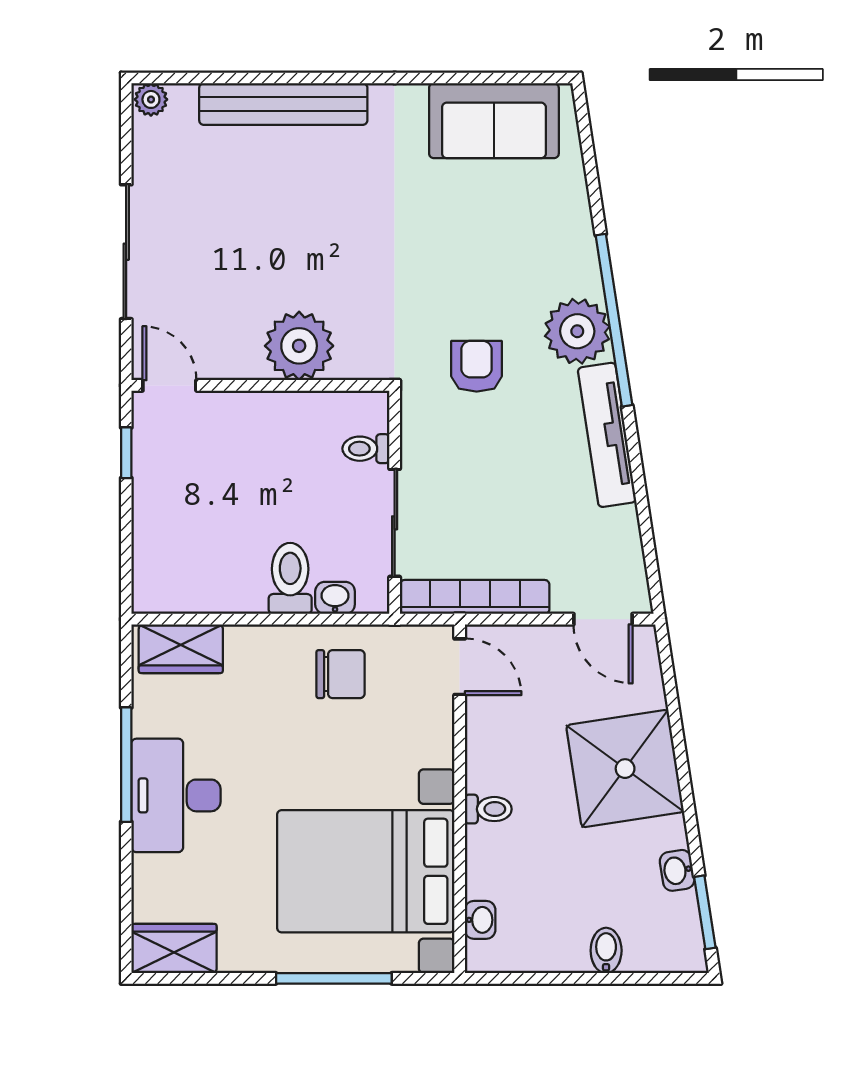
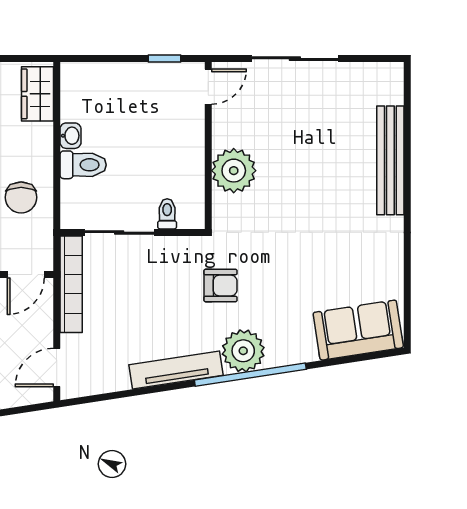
plant: (151, 99) -> (393, 75), removed
sofa: (494, 121) -> (358, 330), moved, turned 81
washbasin: (335, 598) -> (70, 136), moved

